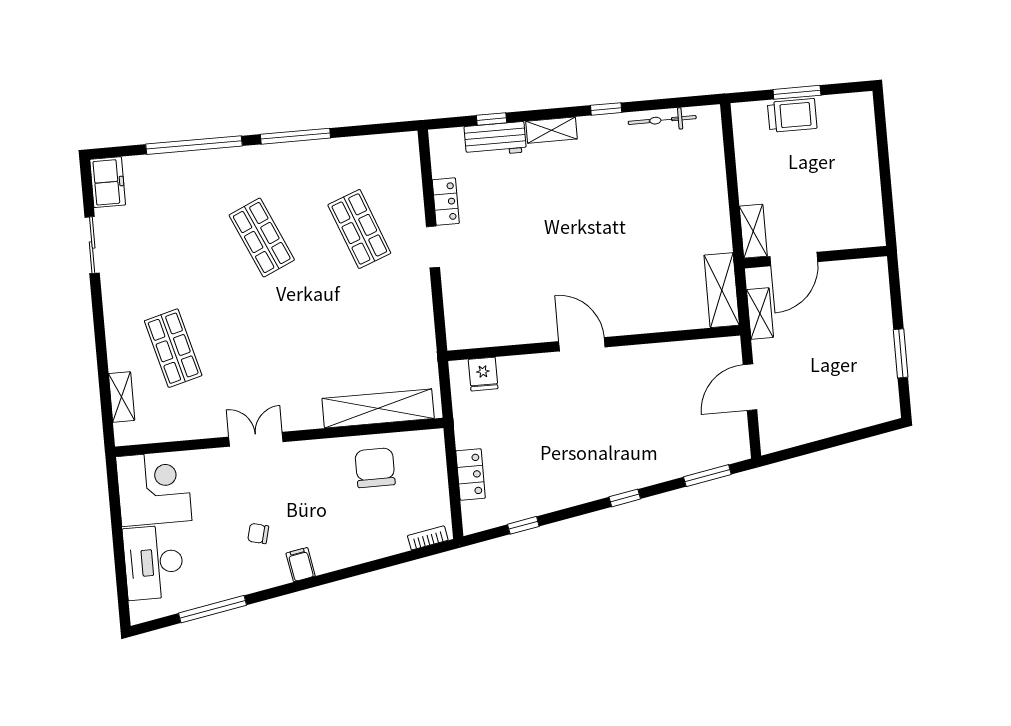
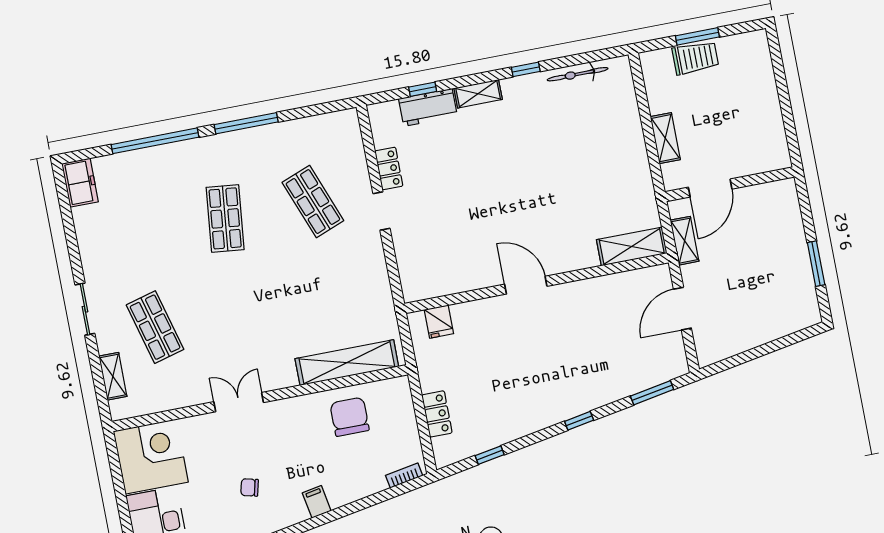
shelving: (753, 231) -> (665, 138), moved
shop shelf: (262, 238) -> (225, 218), turned 30
sliding door: (92, 245) -> (85, 309), moved
shelving: (722, 290) -> (632, 246), moved, turned 90
filing cabinet: (301, 565) -> (317, 502), moved

